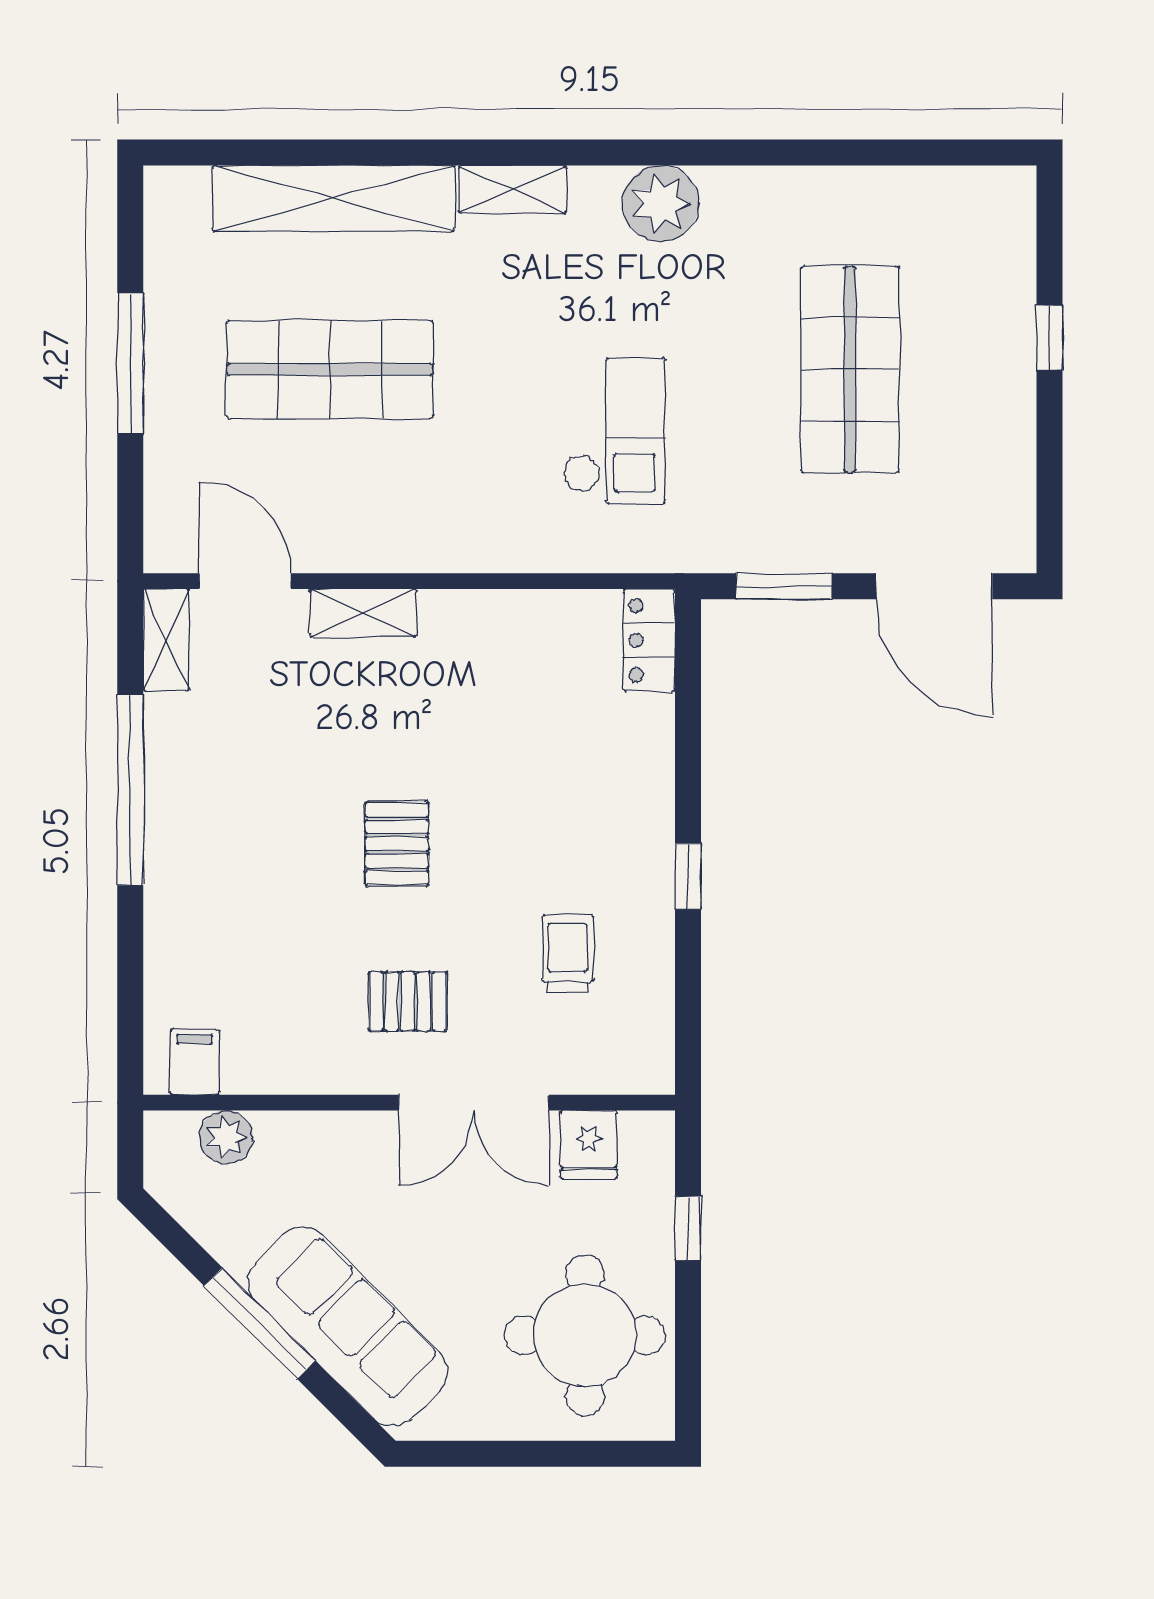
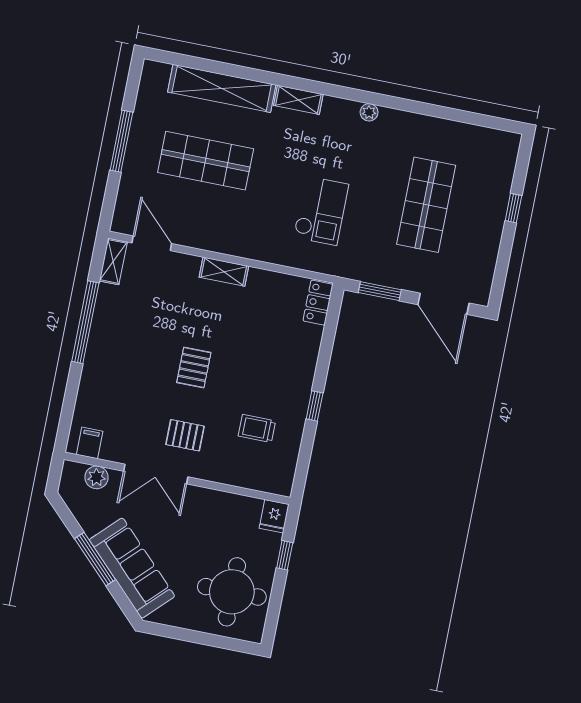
plant: (661, 204) -> (369, 112), width x0.53, depth x0.53
shelving: (363, 613) -> (224, 272), moved
trolley: (568, 953) -> (257, 428), turned -90
double door: (474, 1103) -> (156, 474), moved
fridge: (589, 1145) -> (274, 516), moved

